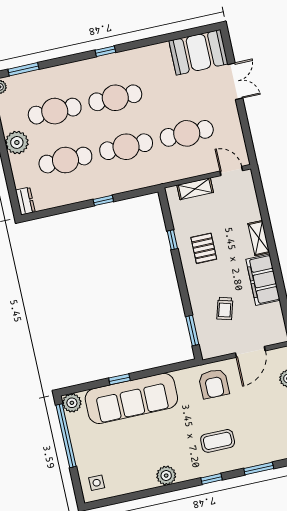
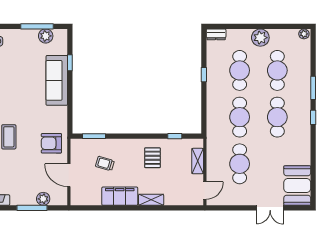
window: (23, 69) -> (313, 88), moved
window: (103, 200) -> (204, 75), moved
window: (172, 240) -> (175, 136), moved
pallet: (204, 248) -> (152, 158), turned 90
window: (119, 379) -> (70, 63), moved
sofa: (131, 398) -> (57, 80), width x0.74, depth x0.79
plant: (72, 403) -> (46, 36), moved
window: (66, 436) -> (37, 26), width x0.68

